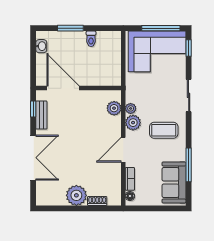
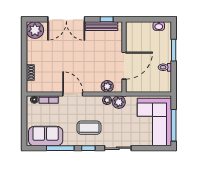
window: (189, 48) -> (88, 148), moved
door: (63, 88) -> (124, 66), moved
bench: (41, 115) -> (102, 26), width x1.36
plant: (133, 123) -> (119, 102), moved
coffee table: (164, 130) -> (89, 128), turned 90
plant: (76, 195) -> (35, 30), moved

